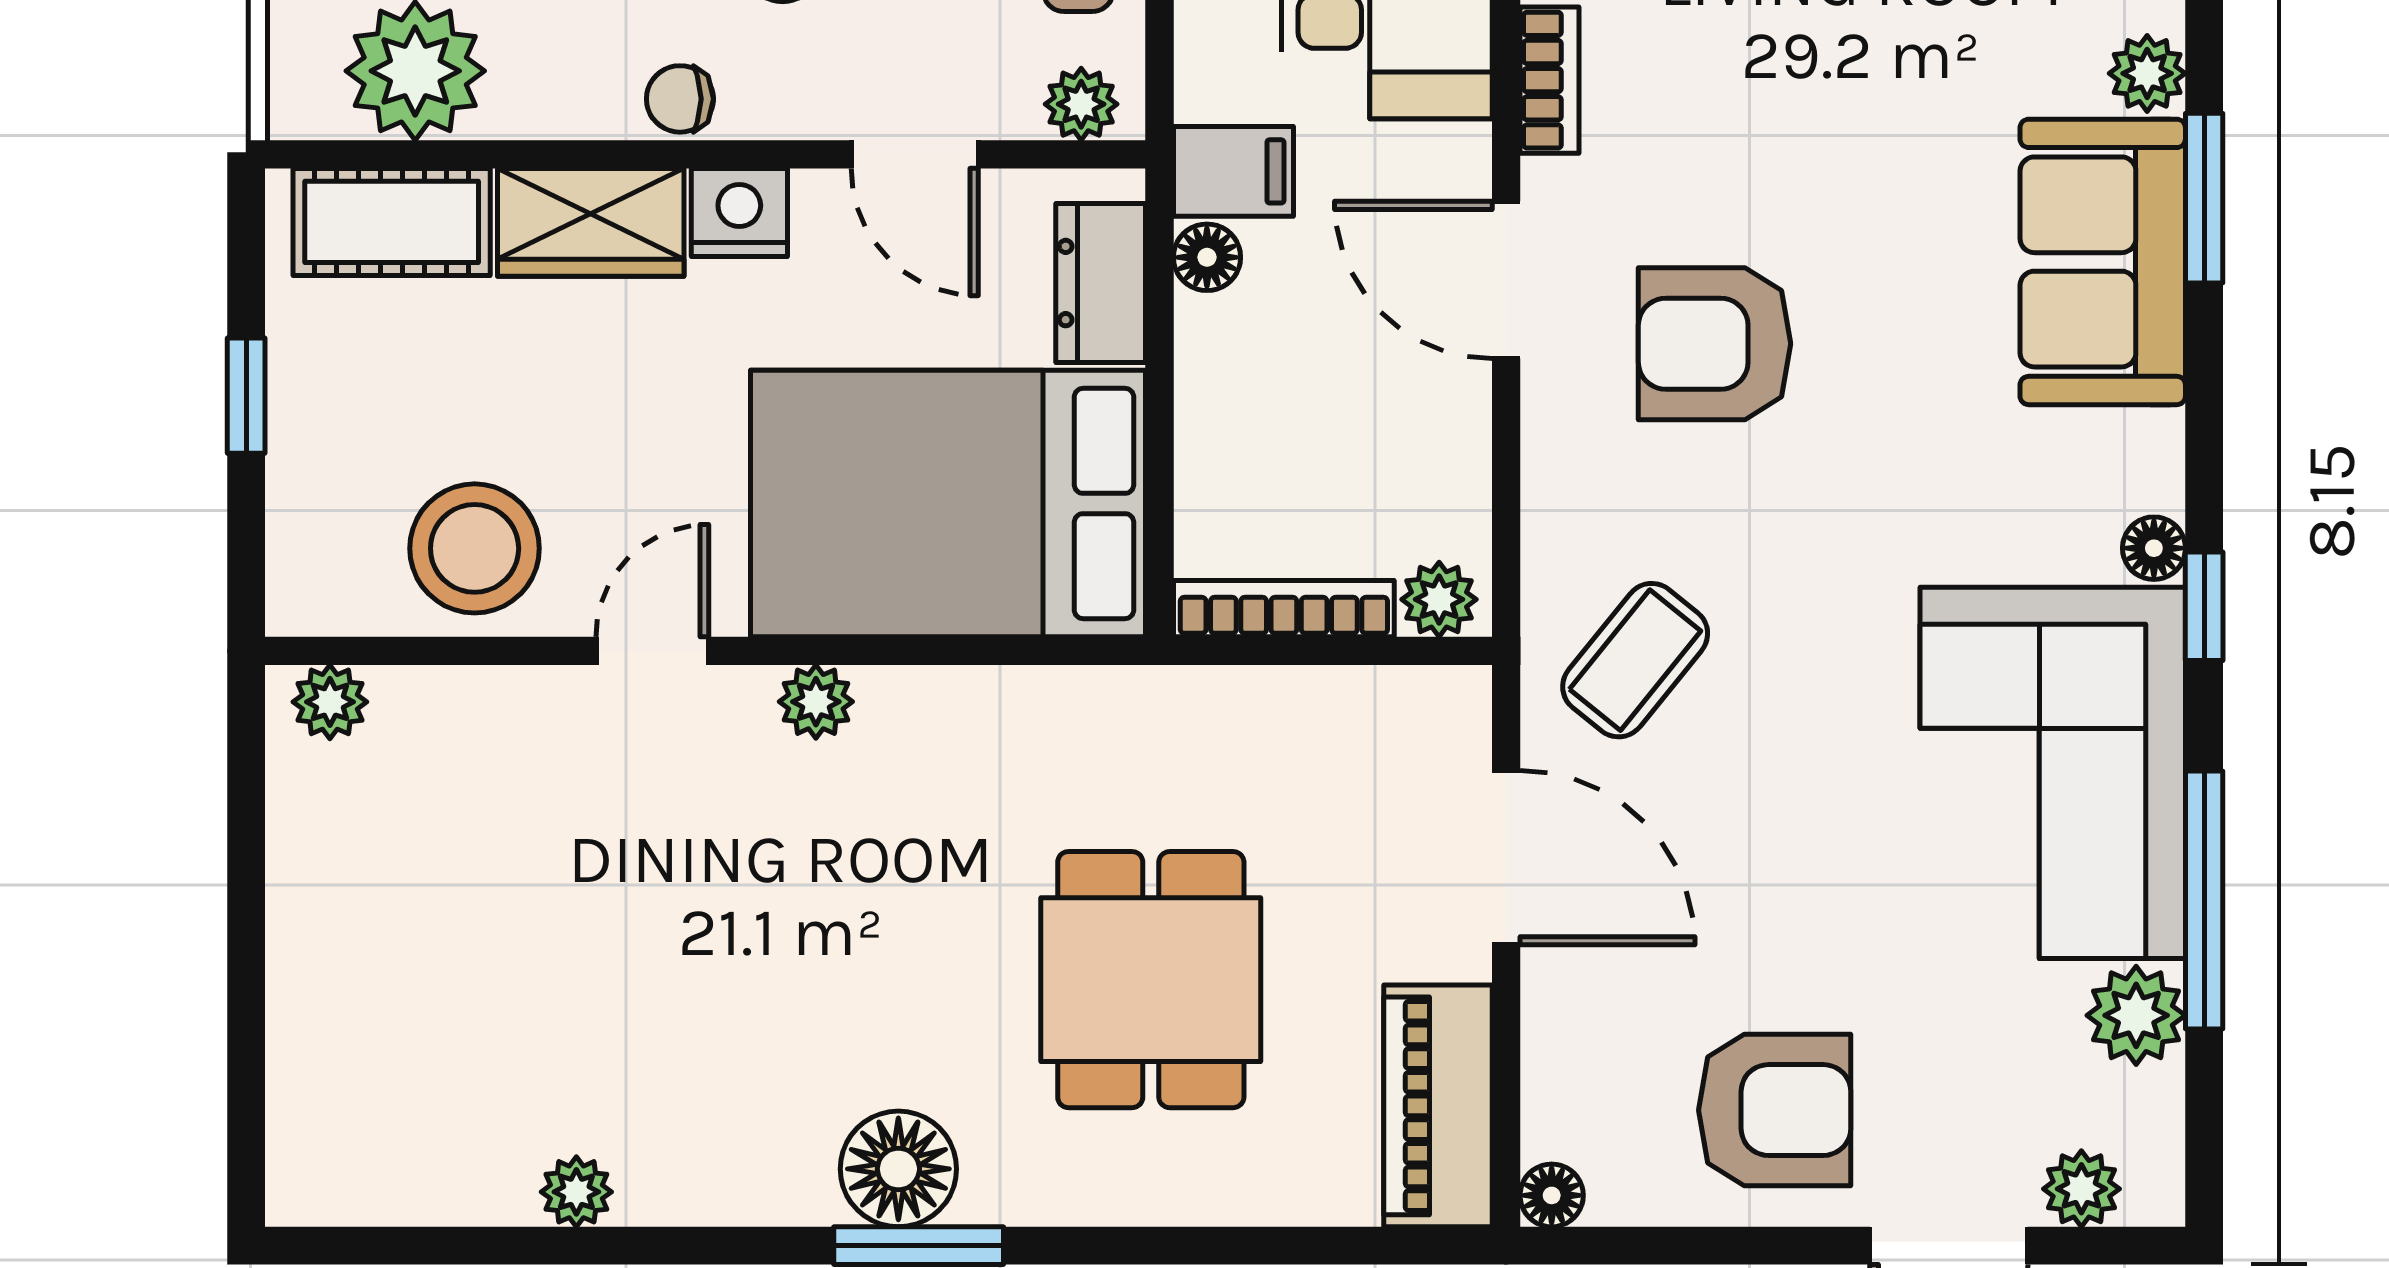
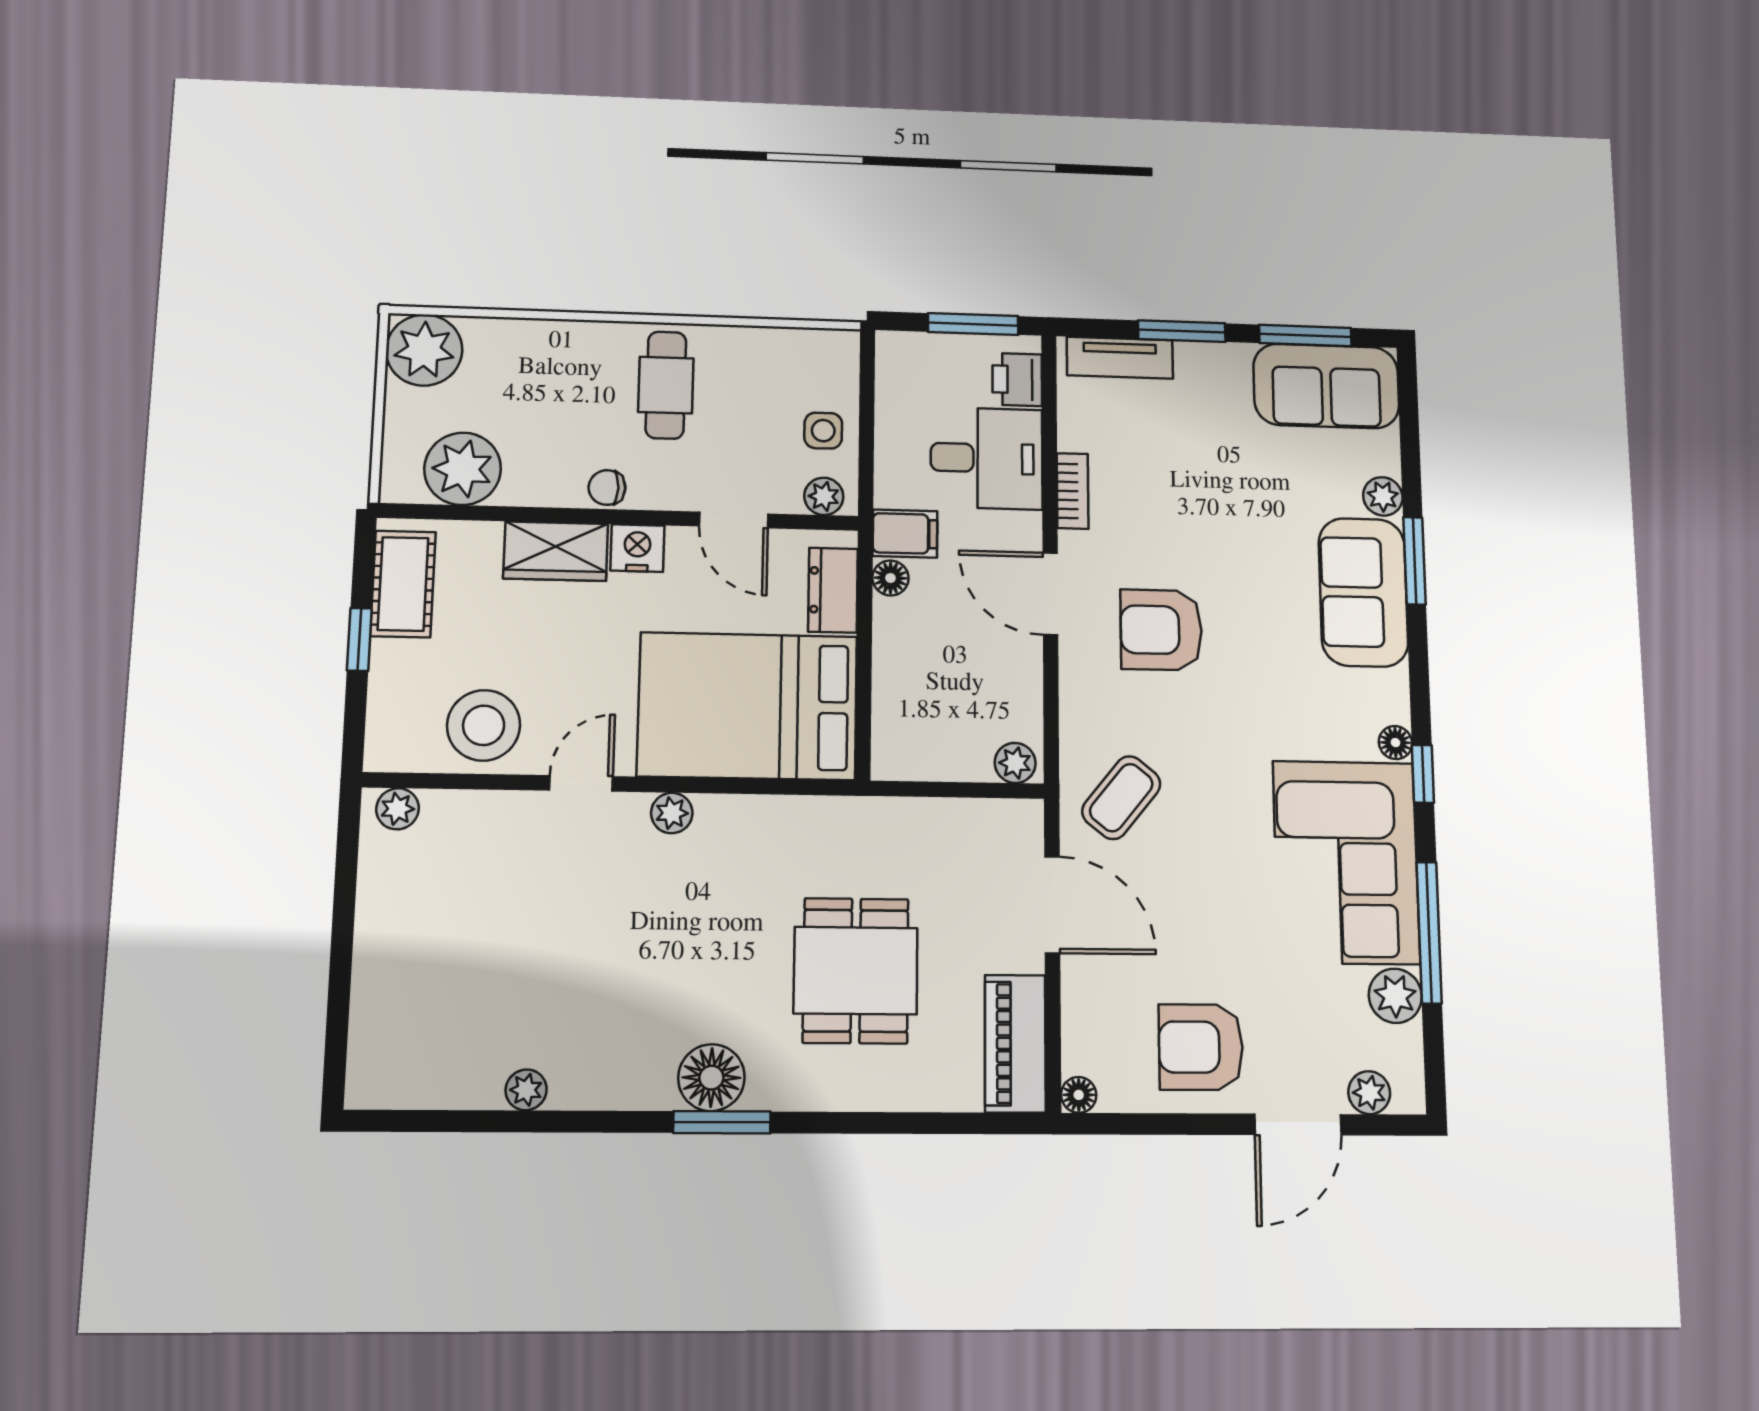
cot: (392, 222) -> (403, 584), moved, turned 90
bookcase: (1284, 609) -> (931, 766), removed
armchair: (1775, 1110) -> (1201, 1047), turned 180

